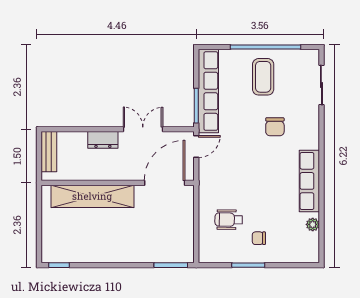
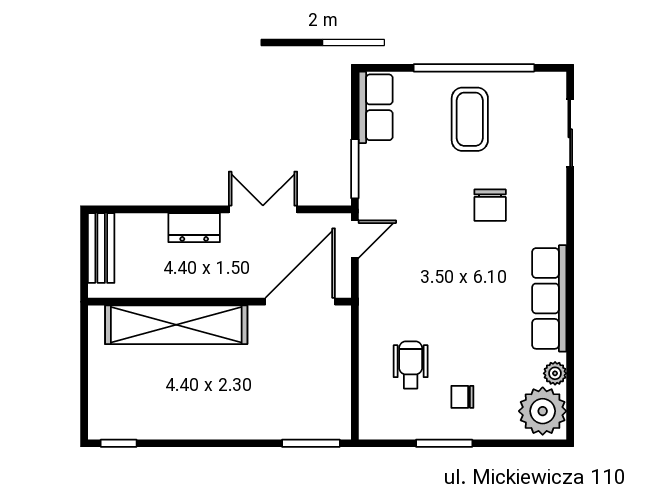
row of seats: (208, 91) -> (376, 107), width x0.50
wheelchair: (229, 220) -> (411, 365), turned 89
plant: (305, 246) -> (543, 411), added

